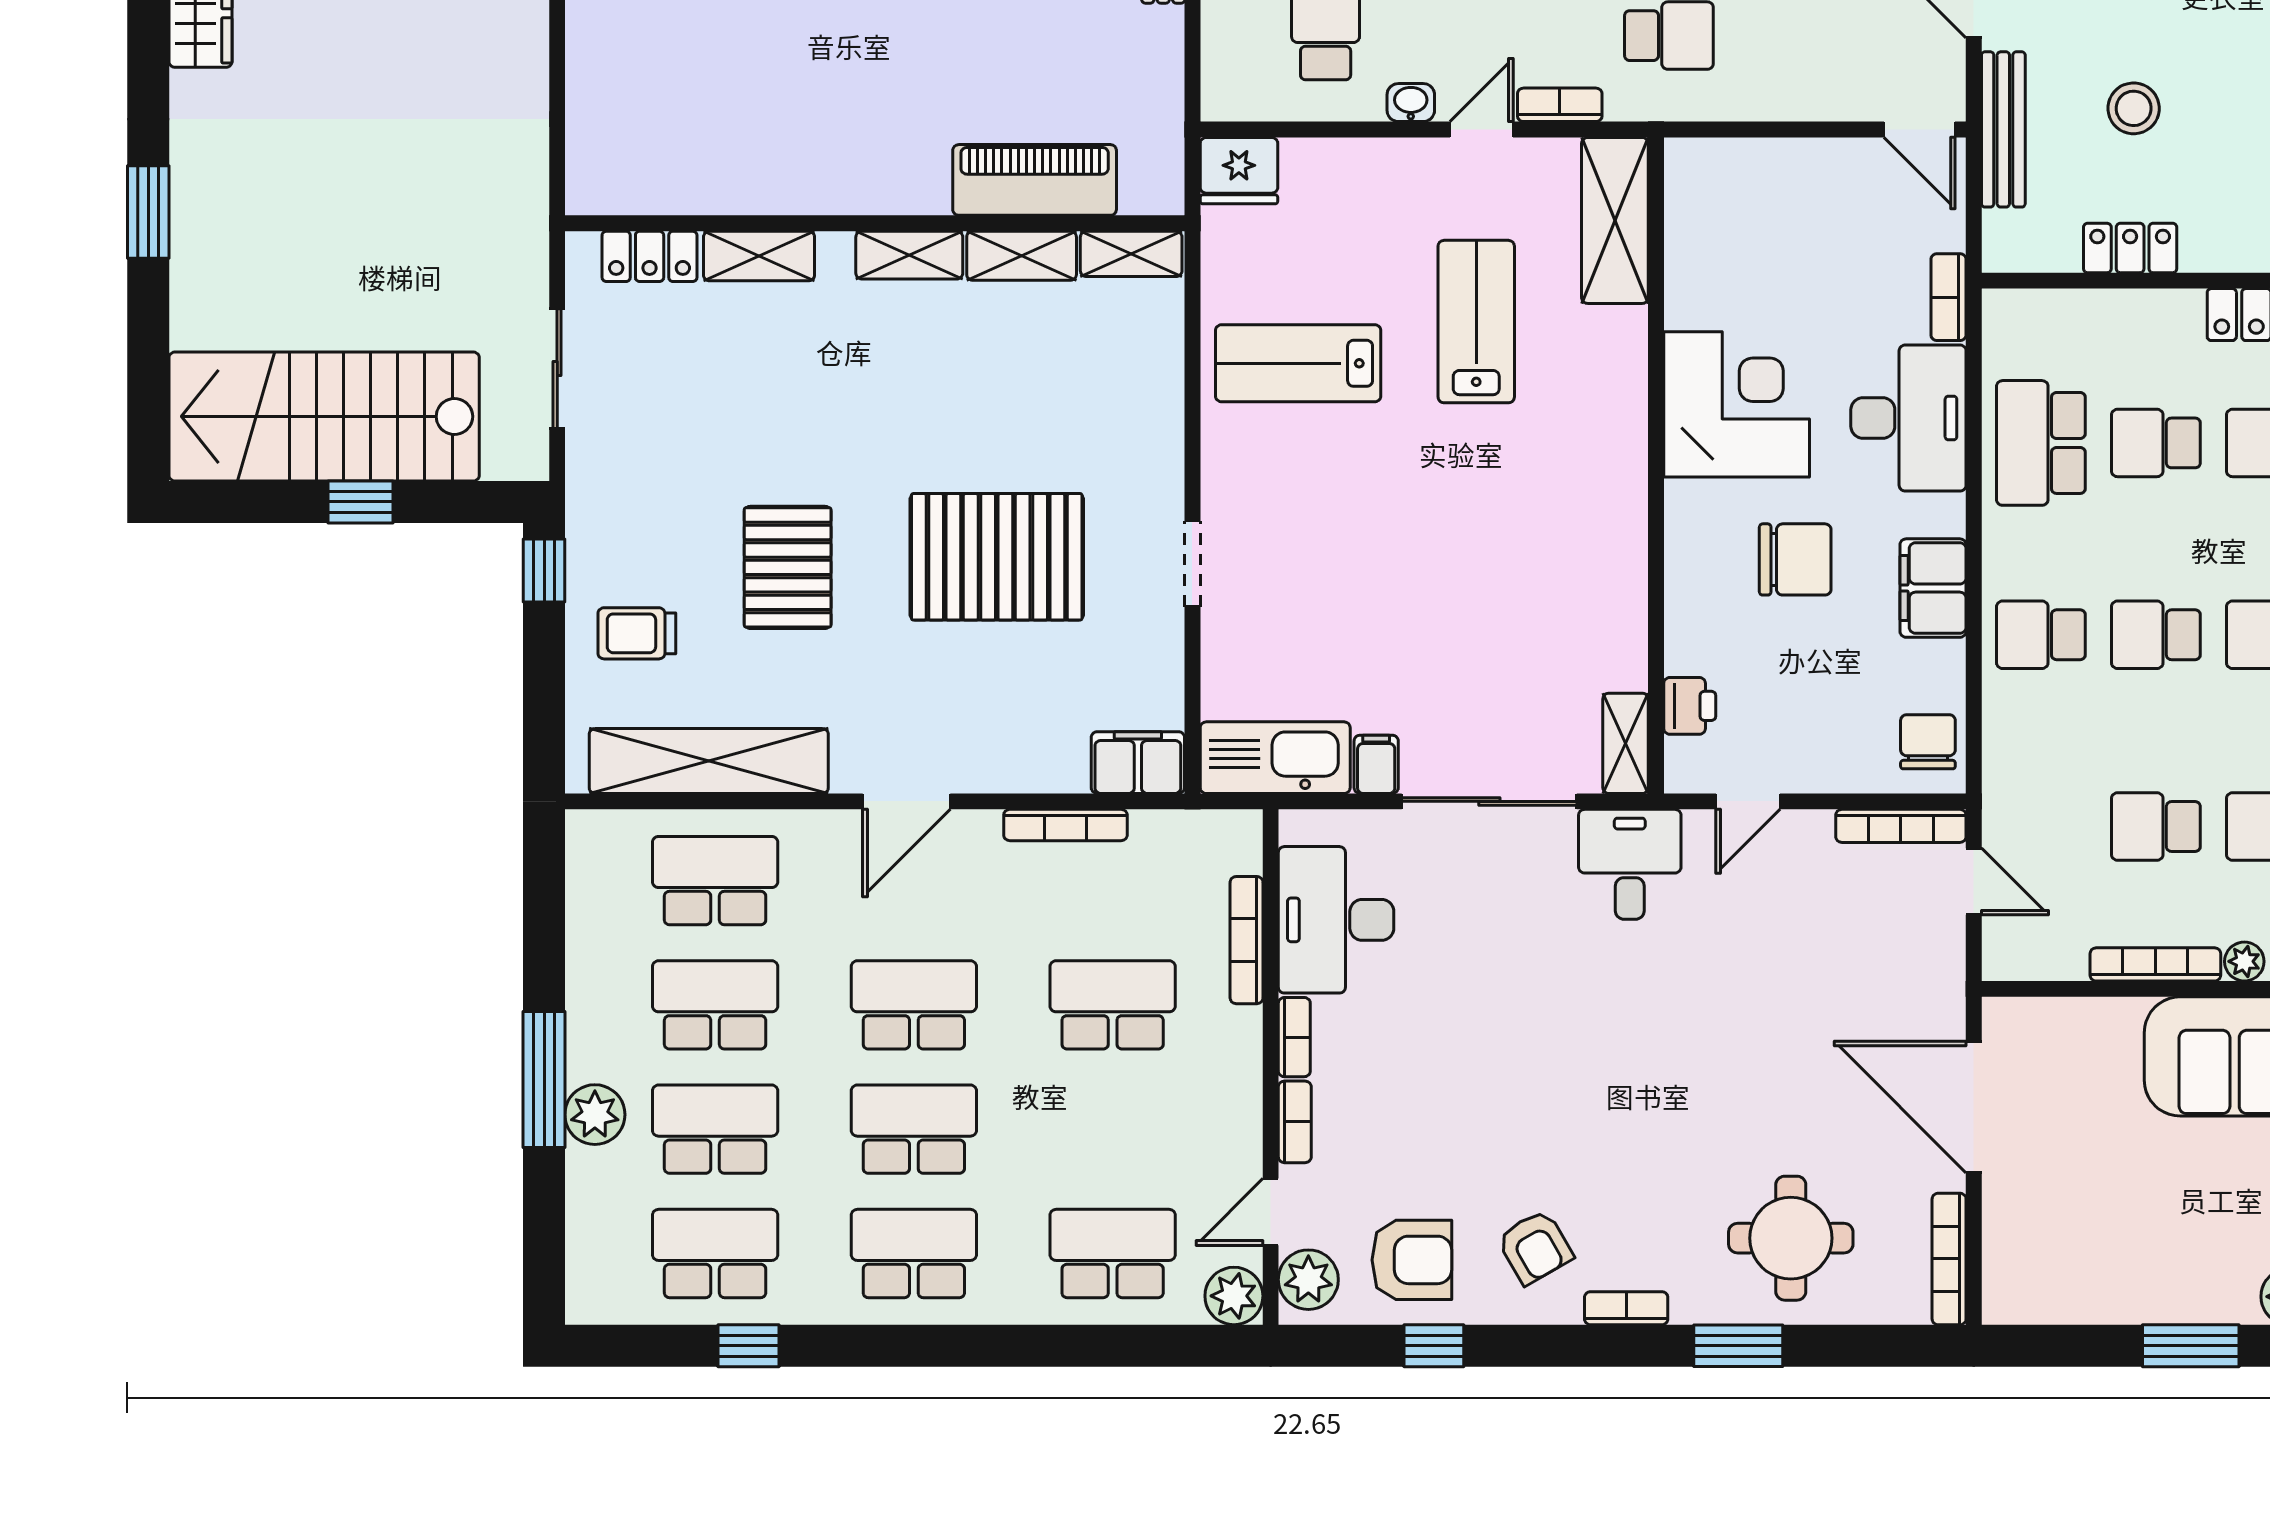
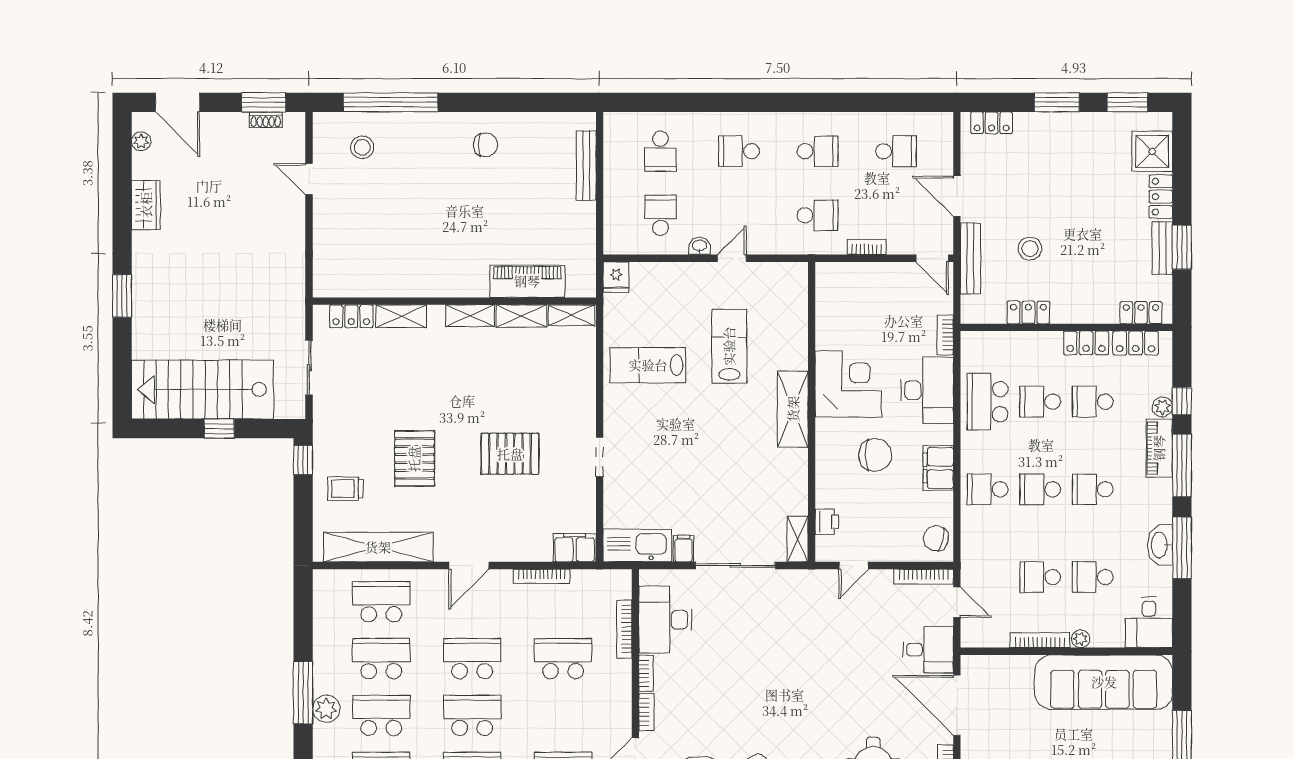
bookcase: (1560, 105) -> (867, 247), moved
fridge: (1239, 171) -> (616, 277), width x0.72
shelving: (1615, 220) -> (793, 409), moved
pallet: (997, 557) -> (510, 454), width x0.73, depth x0.71
chair: (1928, 742) -> (936, 538), turned -76
desk: (1630, 864) -> (928, 650), moved, turned 90

